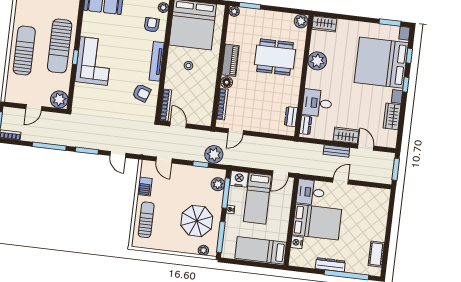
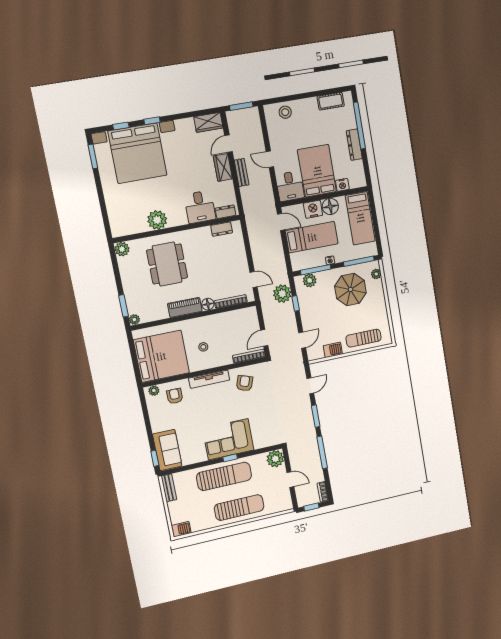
wardrobe: (324, 24) -> (117, 224), removed
armchair: (152, 25) -> (175, 396), turned 88
sun lounger: (24, 51) -> (239, 508), turned 180
wardrobe: (392, 116) -> (208, 122), moved
nightstand: (239, 179) -> (313, 209), moved, turned 90
stool: (379, 208) -> (285, 112), added
floor lamp: (280, 225) -> (330, 206), added

